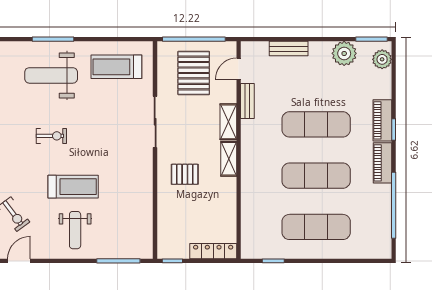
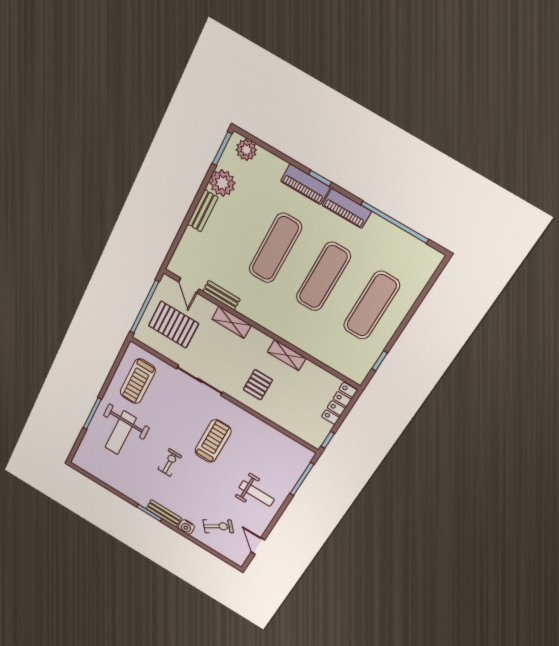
bench: (289, 49) -> (203, 211), moved
shelving: (229, 159) -> (287, 355), moved
treadmill: (73, 187) -> (213, 441), moved

